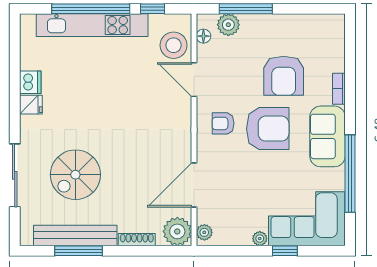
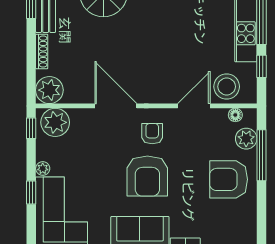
armchair: (284, 76) -> (229, 179), moved
door: (194, 185) -> (116, 106), moved
plant: (204, 232) -> (55, 122), width x1.87, depth x1.87
window: (217, 251) -> (31, 128), added

